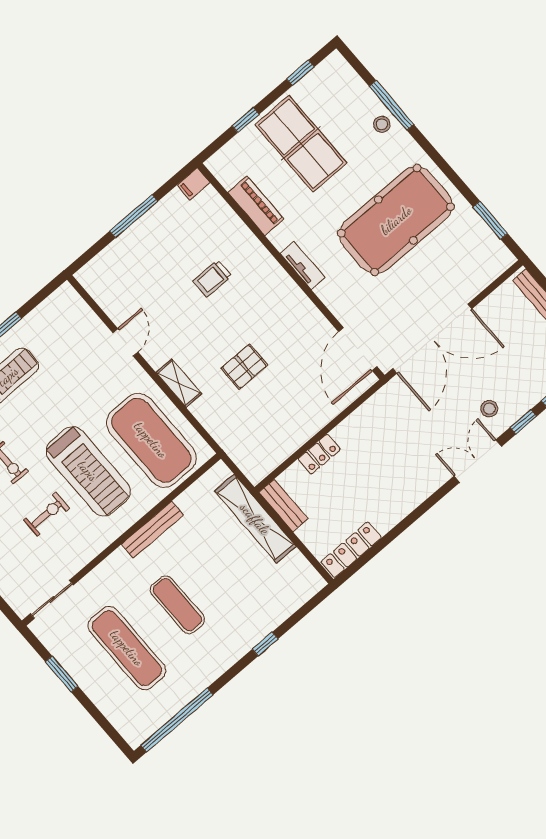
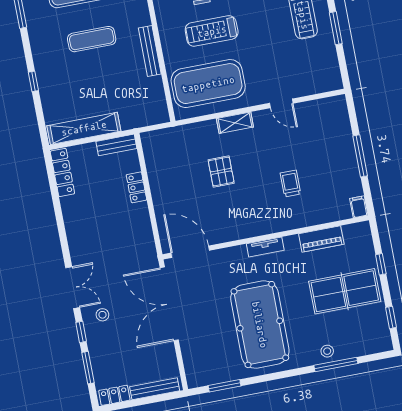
treadmill: (88, 471) -> (212, 31), width x0.73, depth x0.73
shelving: (255, 519) -> (84, 128), moved

